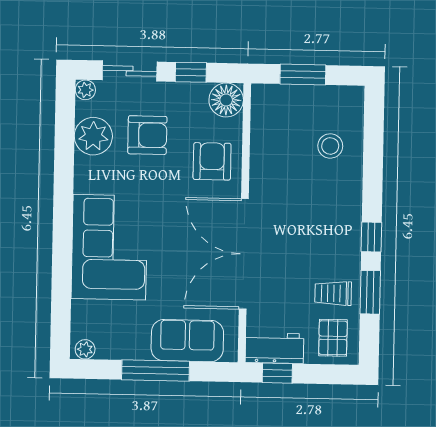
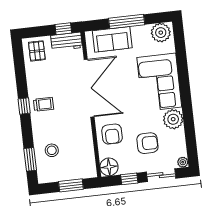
armchair: (147, 135) -> (147, 143), turned 180
plant: (93, 136) -> (173, 119), moved
window: (370, 292) -> (30, 159), moved
trolley: (333, 293) -> (44, 104), moved
plant: (85, 349) -> (161, 33), width x1.88, depth x1.88

